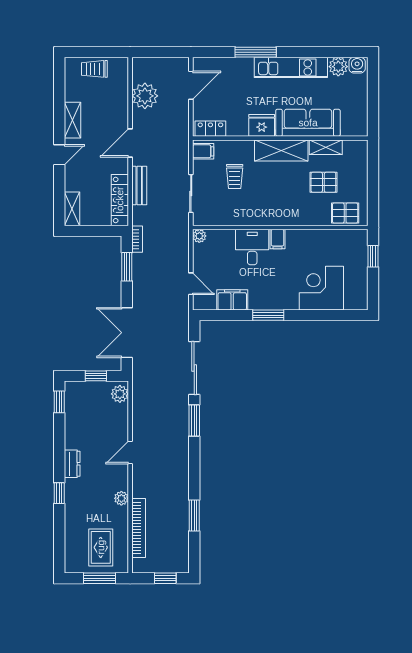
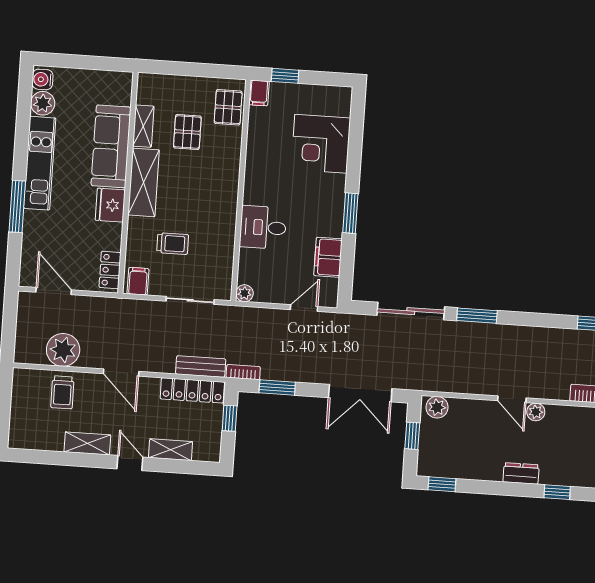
trolley: (94, 69) -> (62, 392), moved
bench: (139, 186) -> (201, 366), moved
shelving: (72, 209) -> (170, 450), moved
window: (100, 231) -> (230, 418), added
filing cabinet: (278, 239) -> (259, 93), moved, turned 90
plant: (121, 498) -> (536, 412), moved

